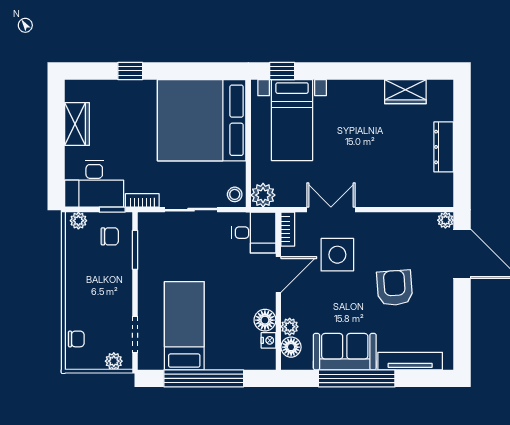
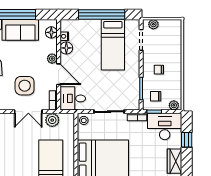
window: (56, 161) -> (187, 140), added
plant: (263, 195) -> (52, 120), moved
door: (278, 275) -> (59, 74), swing flipped
plant: (290, 327) -> (52, 59), moved
chair: (76, 339) -> (159, 70), moved

